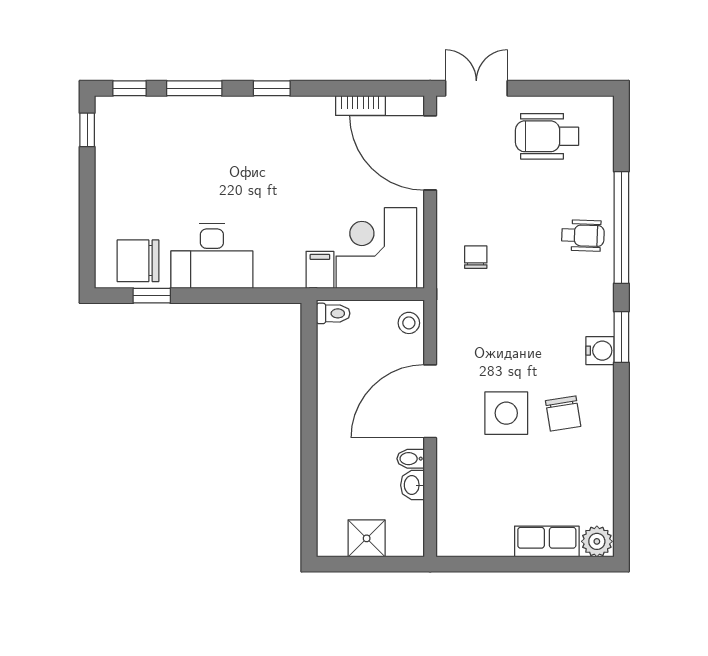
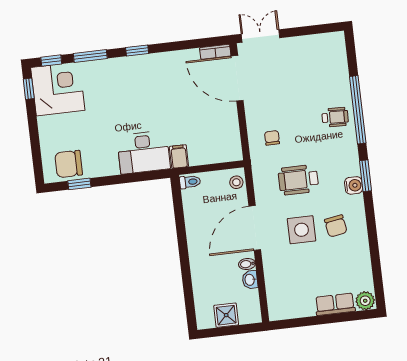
bookcase: (360, 106) -> (215, 52), moved
wheelchair: (547, 136) -> (298, 180), moved
corner desk: (376, 248) -> (58, 89), moved, turned 90
desk: (212, 256) -> (144, 152), moved

